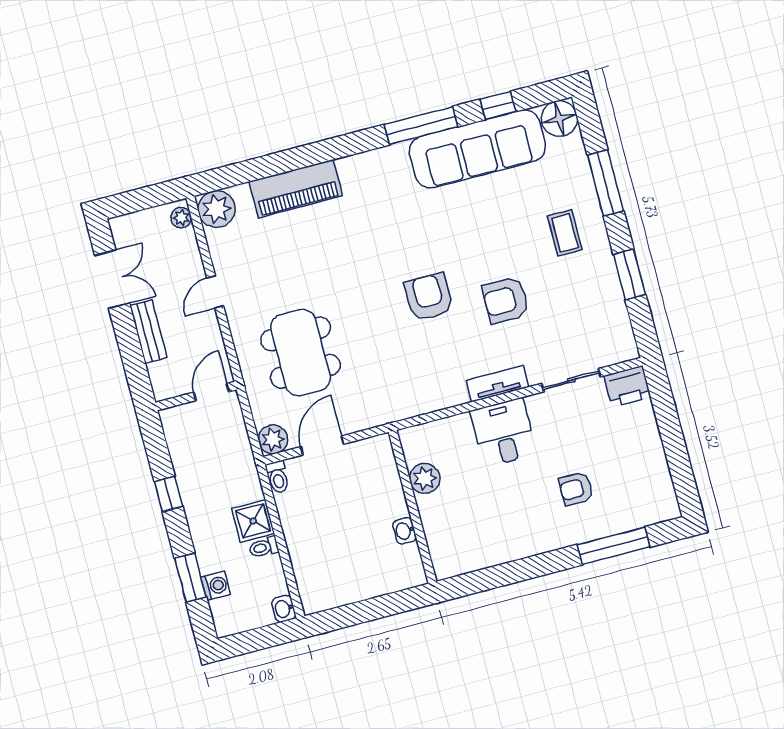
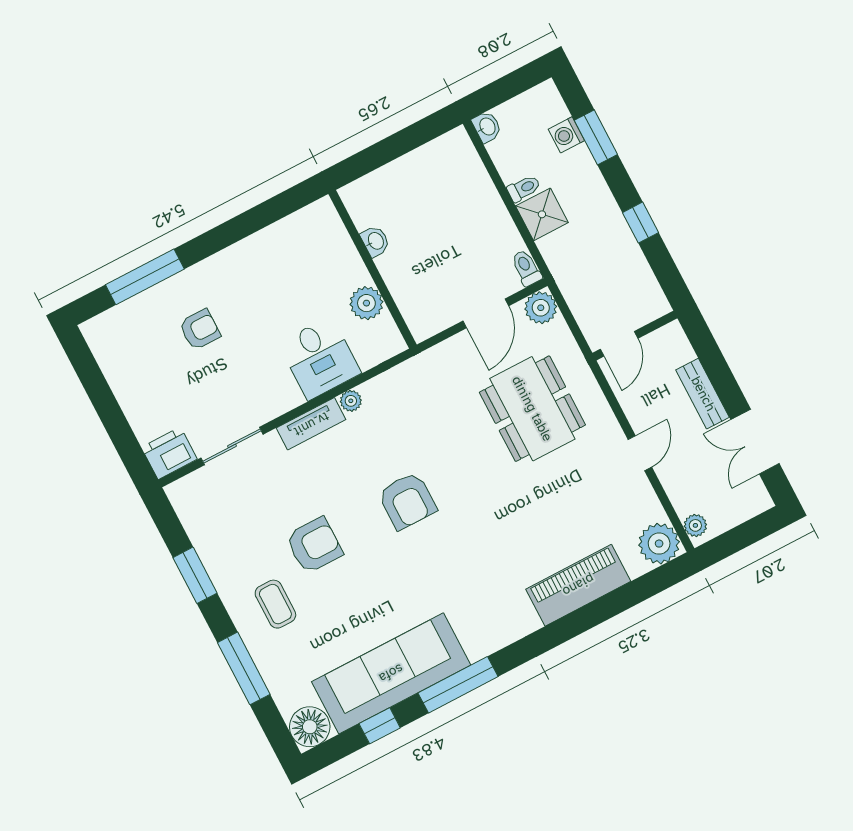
armchair: (506, 300) -> (314, 545), moved
plant: (458, 396) -> (351, 401), added
desk: (503, 432) -> (320, 358), moved

